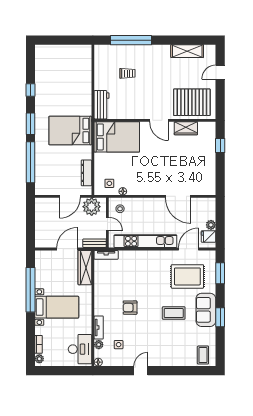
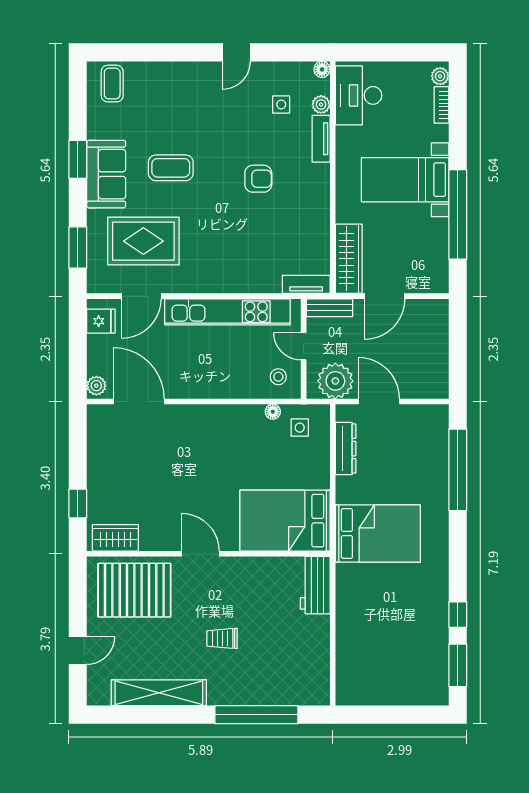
shelving: (187, 51) -> (159, 693), width x1.47
trolley: (127, 73) -> (222, 638), moved
window: (30, 124) -> (458, 665), moved
wardrobe: (186, 128) -> (115, 538), moved
door: (70, 196) -> (379, 401), hinge flipped
door: (178, 196) -> (139, 401), moved
plant: (211, 225) -> (96, 386), moved

